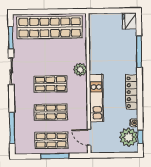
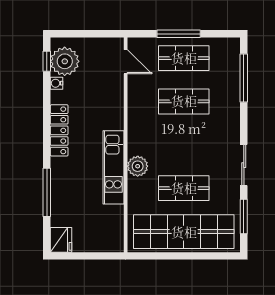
shop shelf: (50, 84) -> (184, 188), moved
kitchen unit: (96, 98) -> (113, 167), moved

